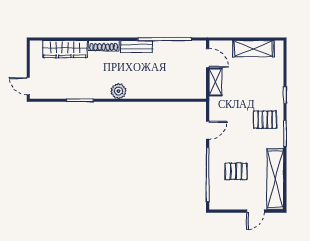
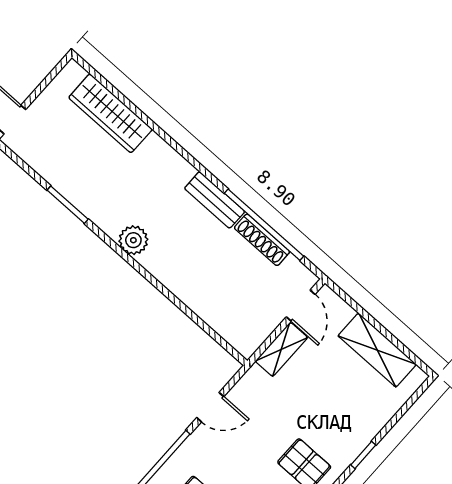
shoe rack: (104, 46) -> (262, 240), moved

